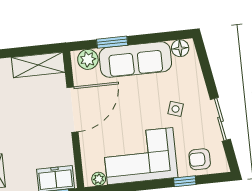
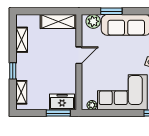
door: (73, 110) -> (79, 55), width x0.53

